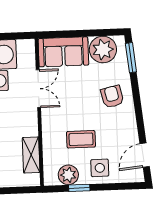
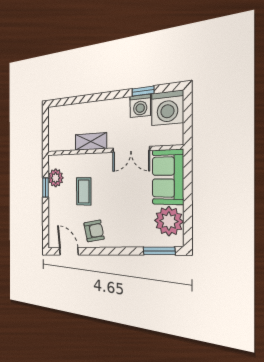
armchair: (112, 97) -> (94, 231), moved
shelving: (31, 155) -> (91, 142), moved
side table: (100, 168) -> (60, 208), removed

